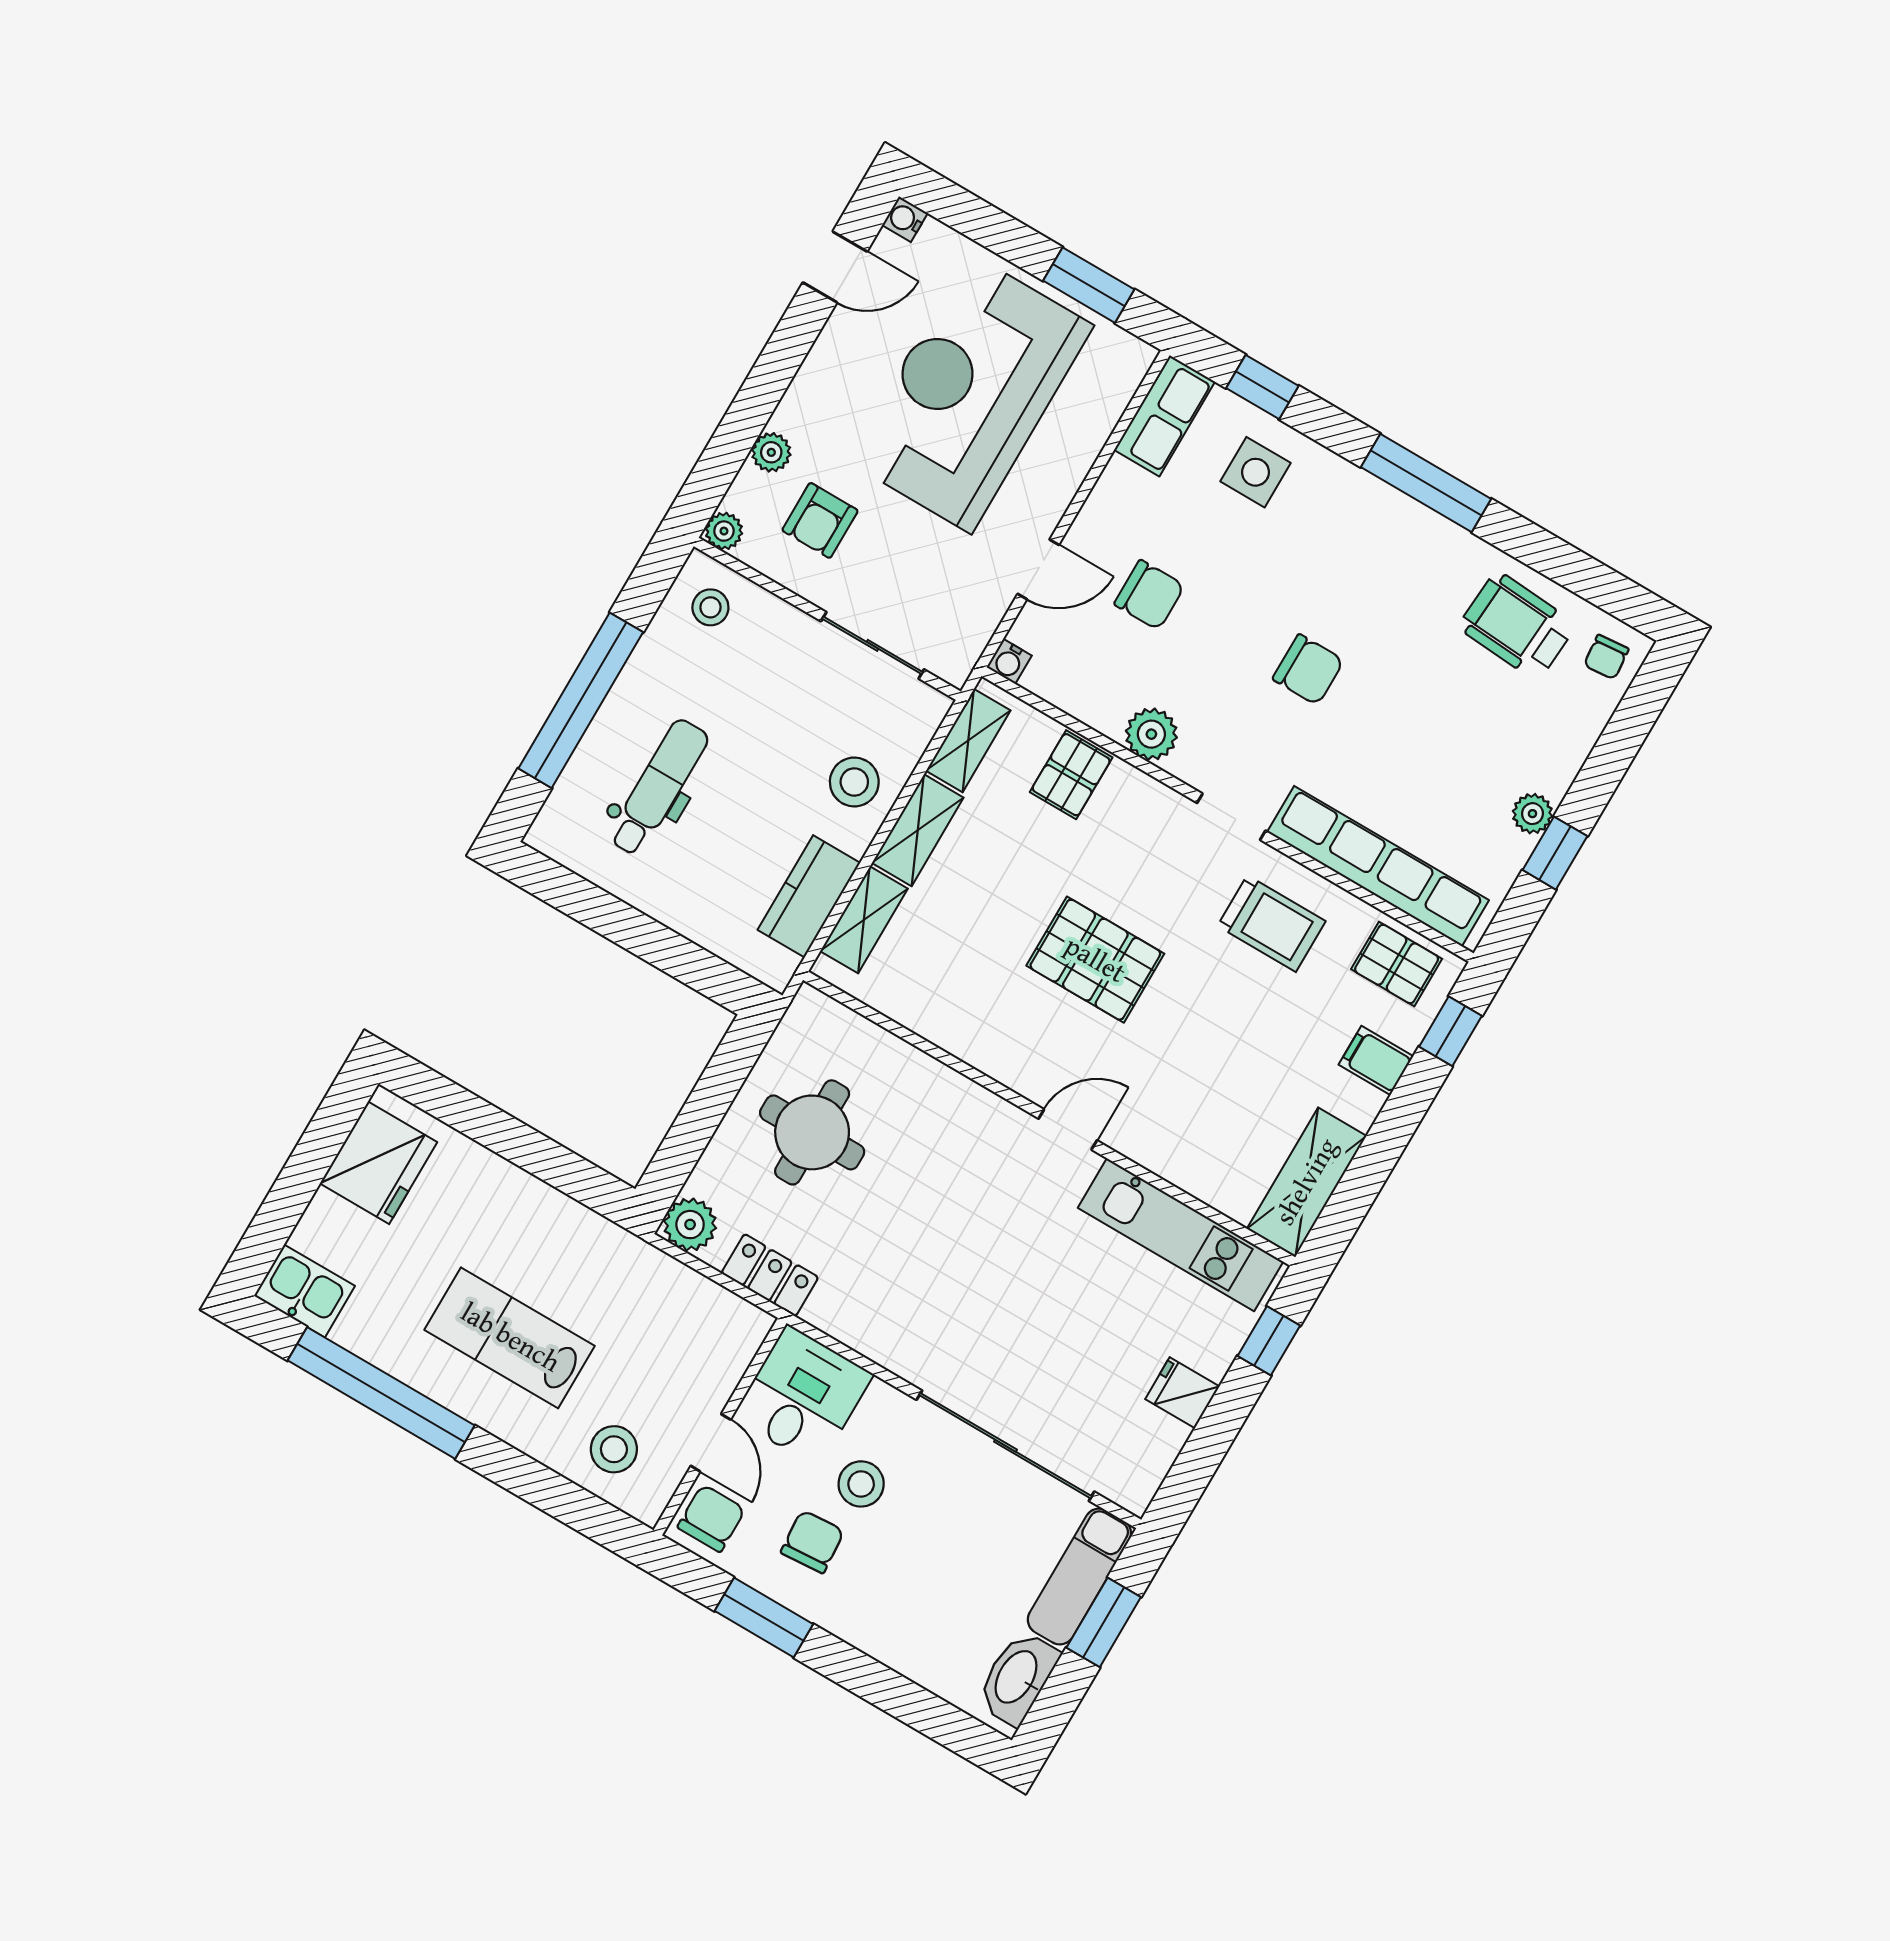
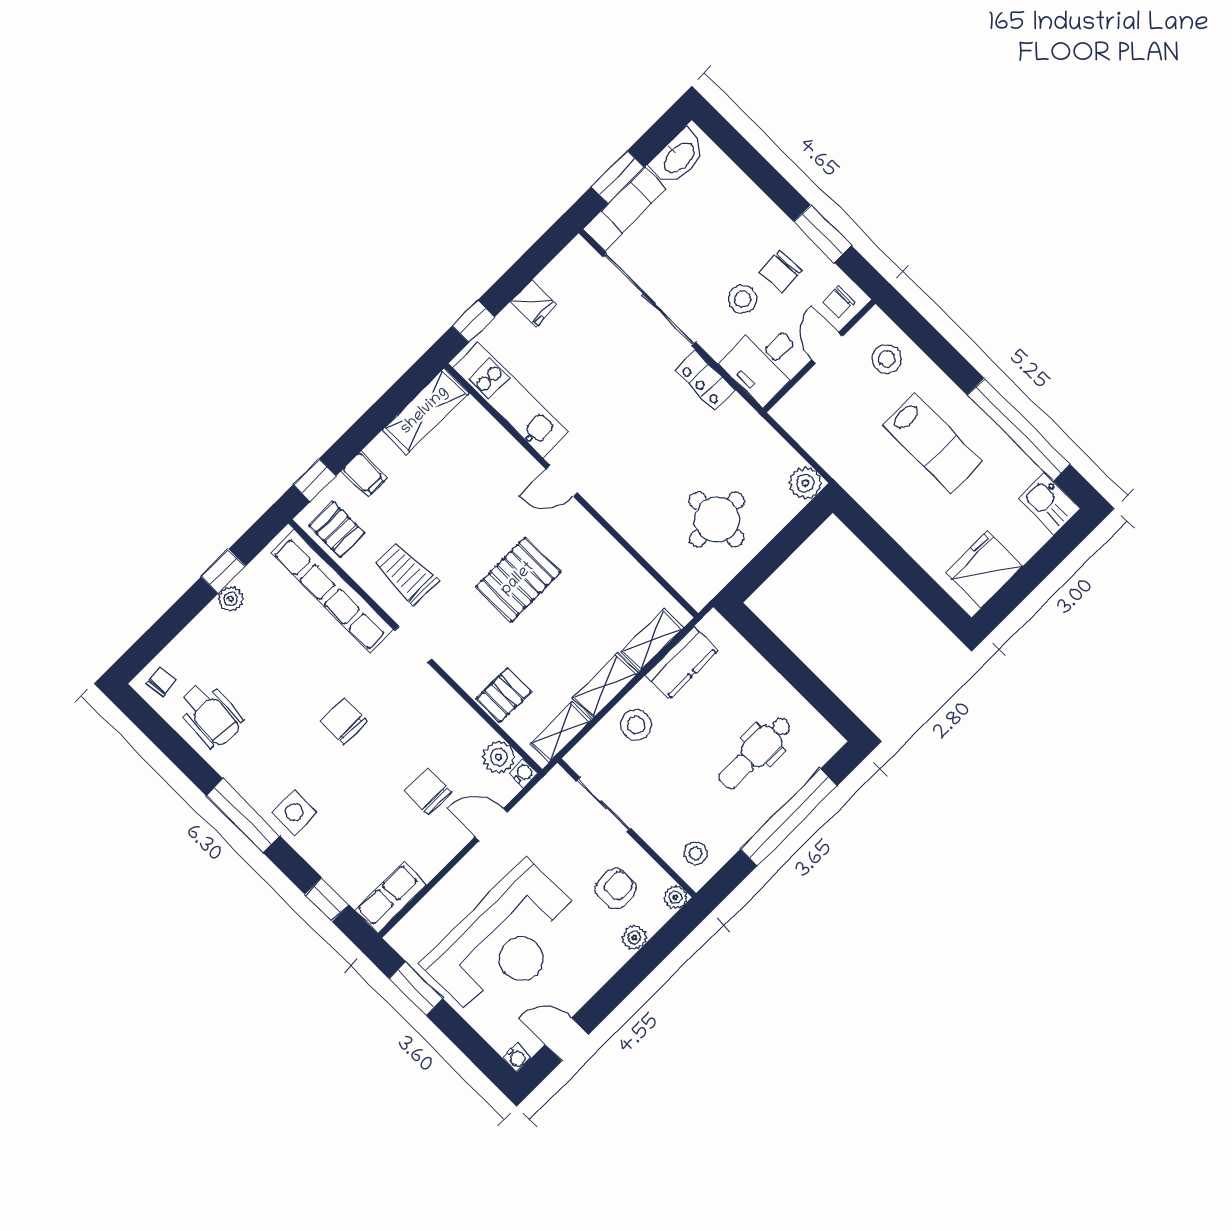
side table: (1256, 472) -> (294, 812), moved
plant: (1151, 734) -> (499, 757), moved
pallet: (1095, 960) -> (518, 579), turned 90
locker: (770, 1275) -> (705, 380), moved
chair: (711, 1518) -> (839, 302), width x0.73, depth x0.73

